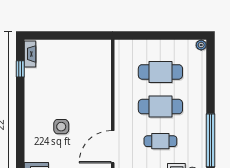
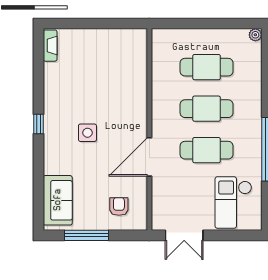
window: (20, 69) -> (38, 124), moved
cafe table: (160, 141) -> (207, 150), width x1.37, depth x1.35

